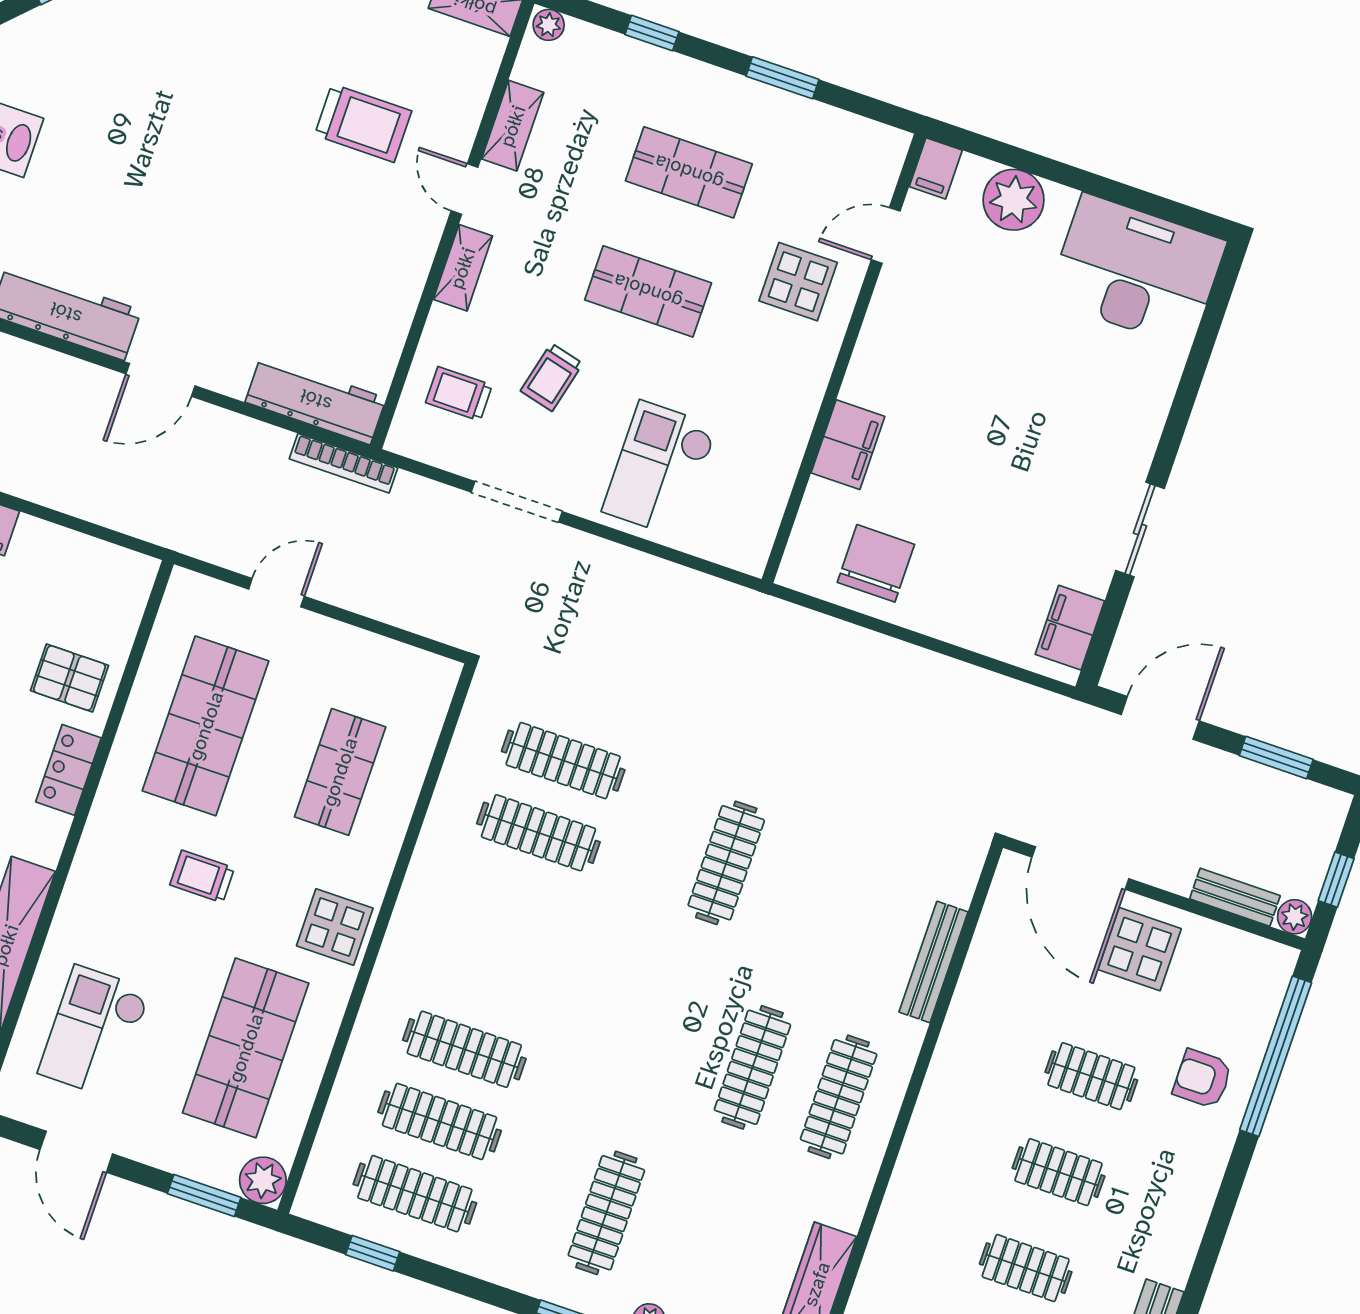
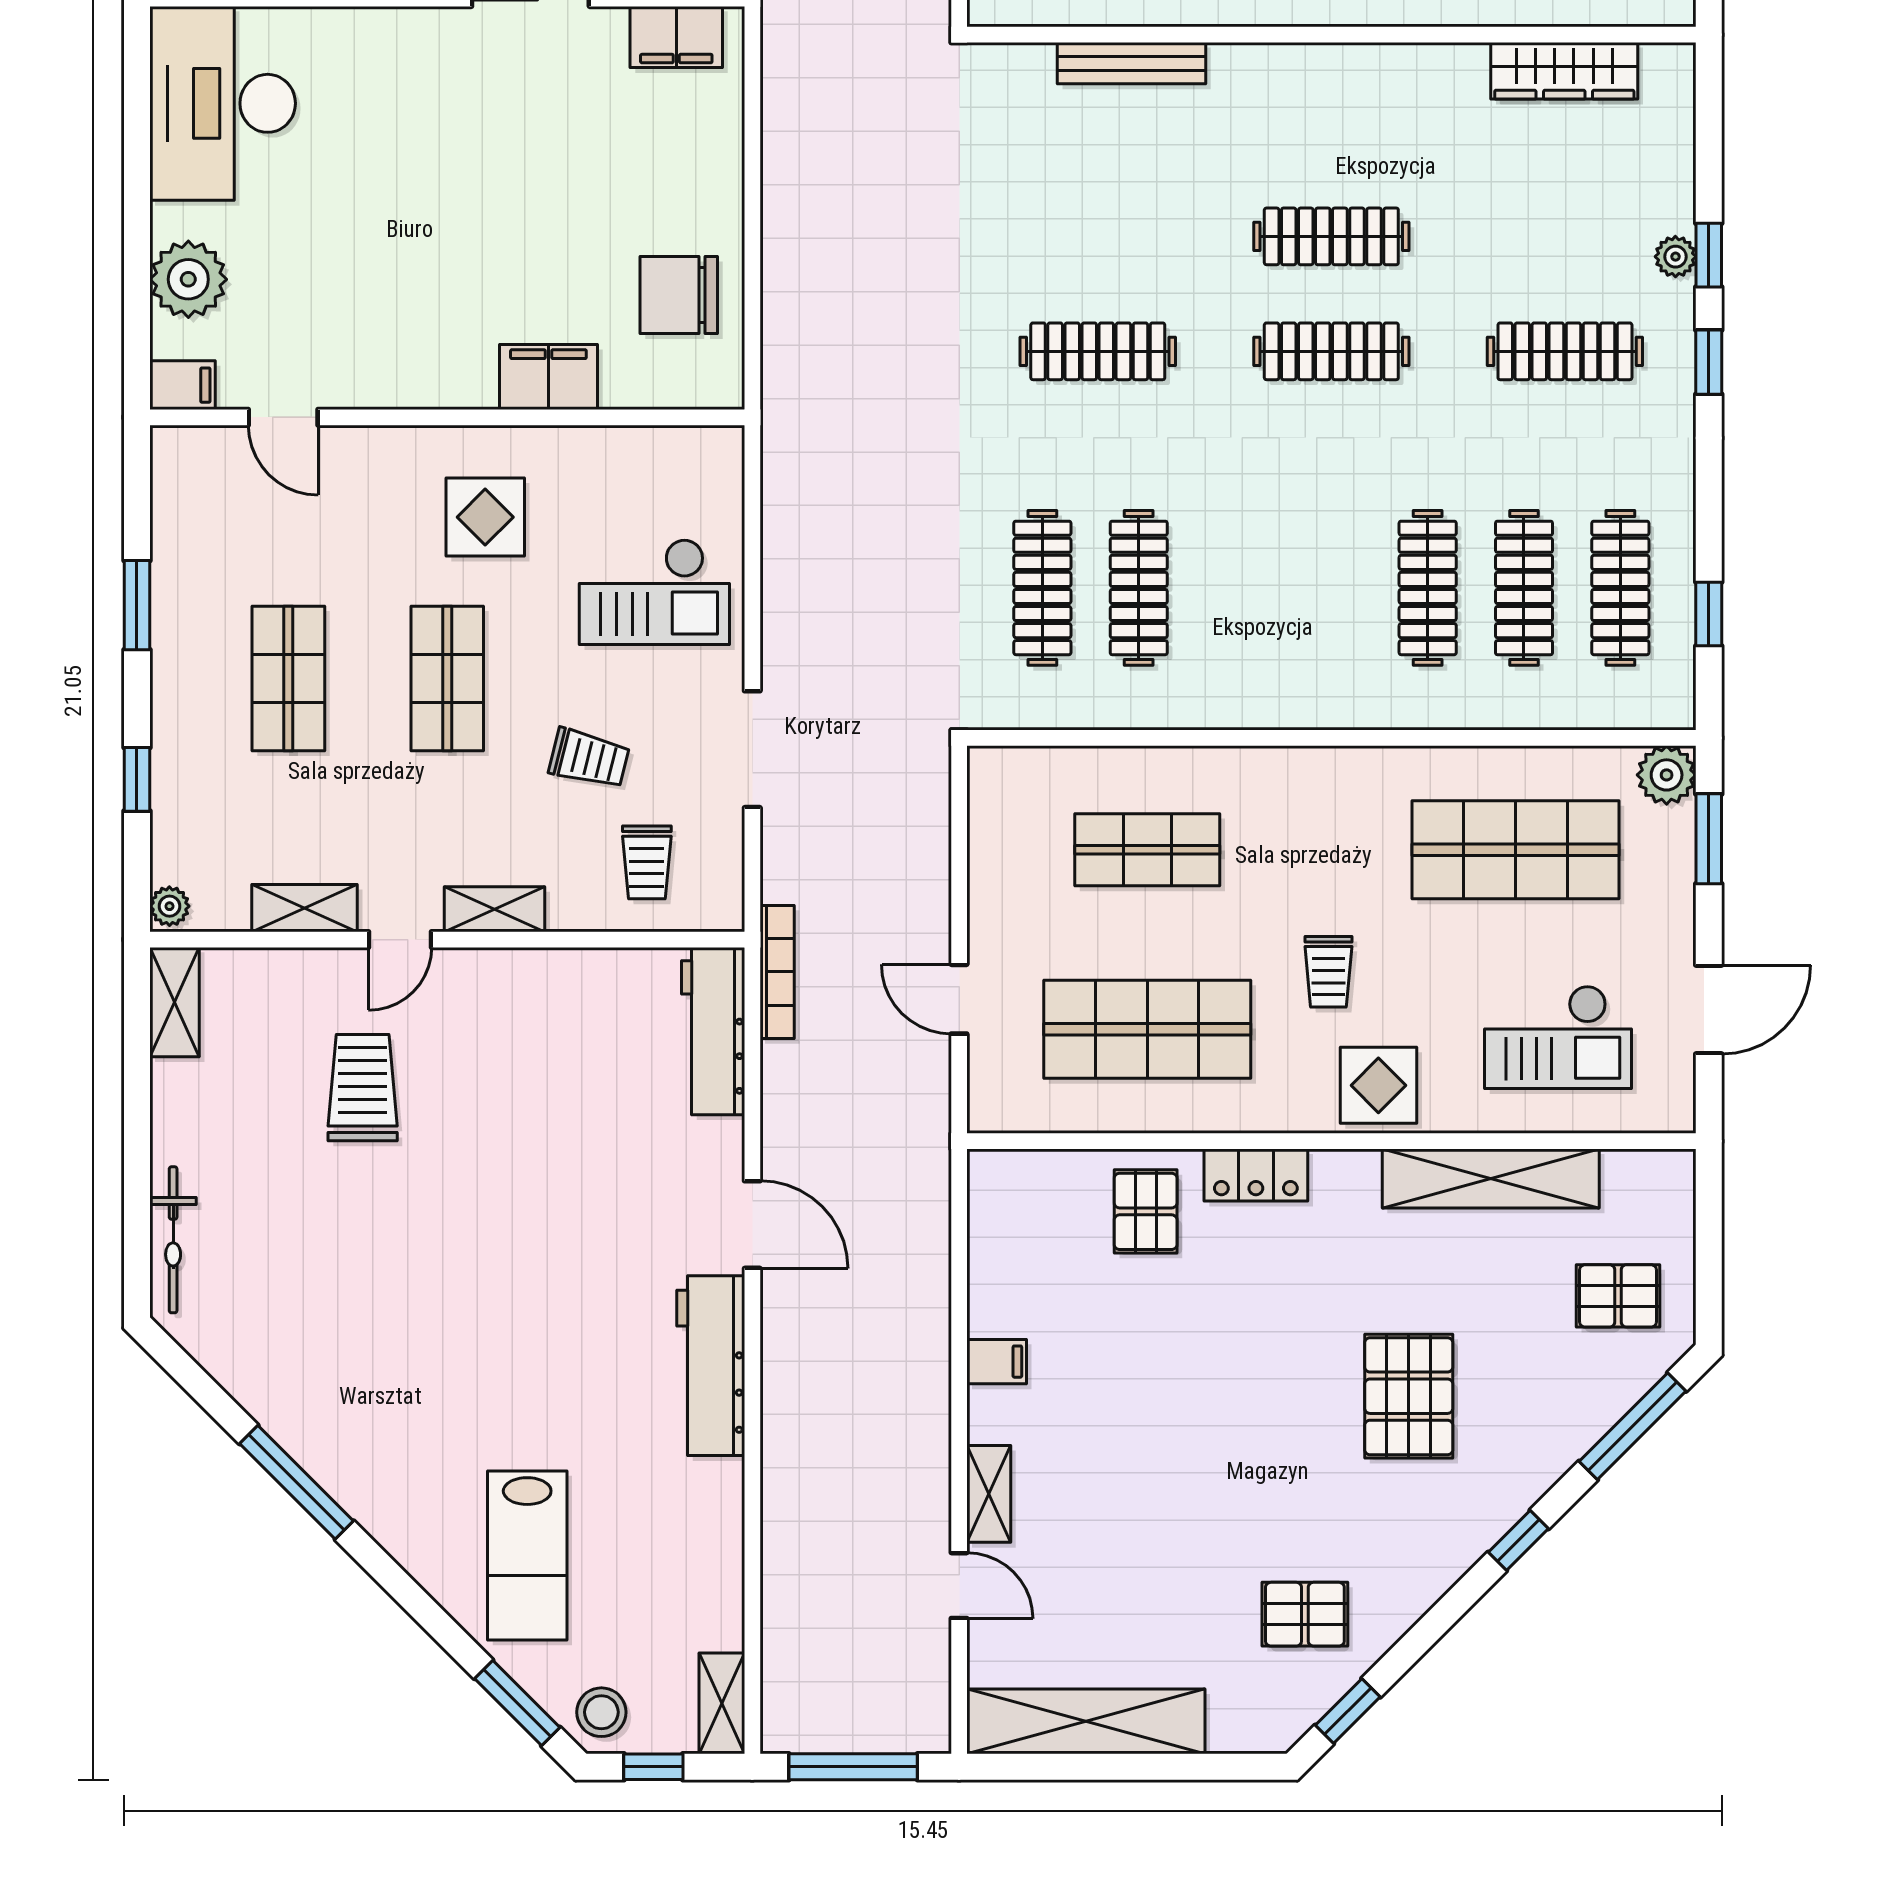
display table: (798, 282) -> (485, 517), moved
display table: (335, 927) -> (1378, 1085), moved
clothes rail: (839, 1097) -> (1331, 351), moved

